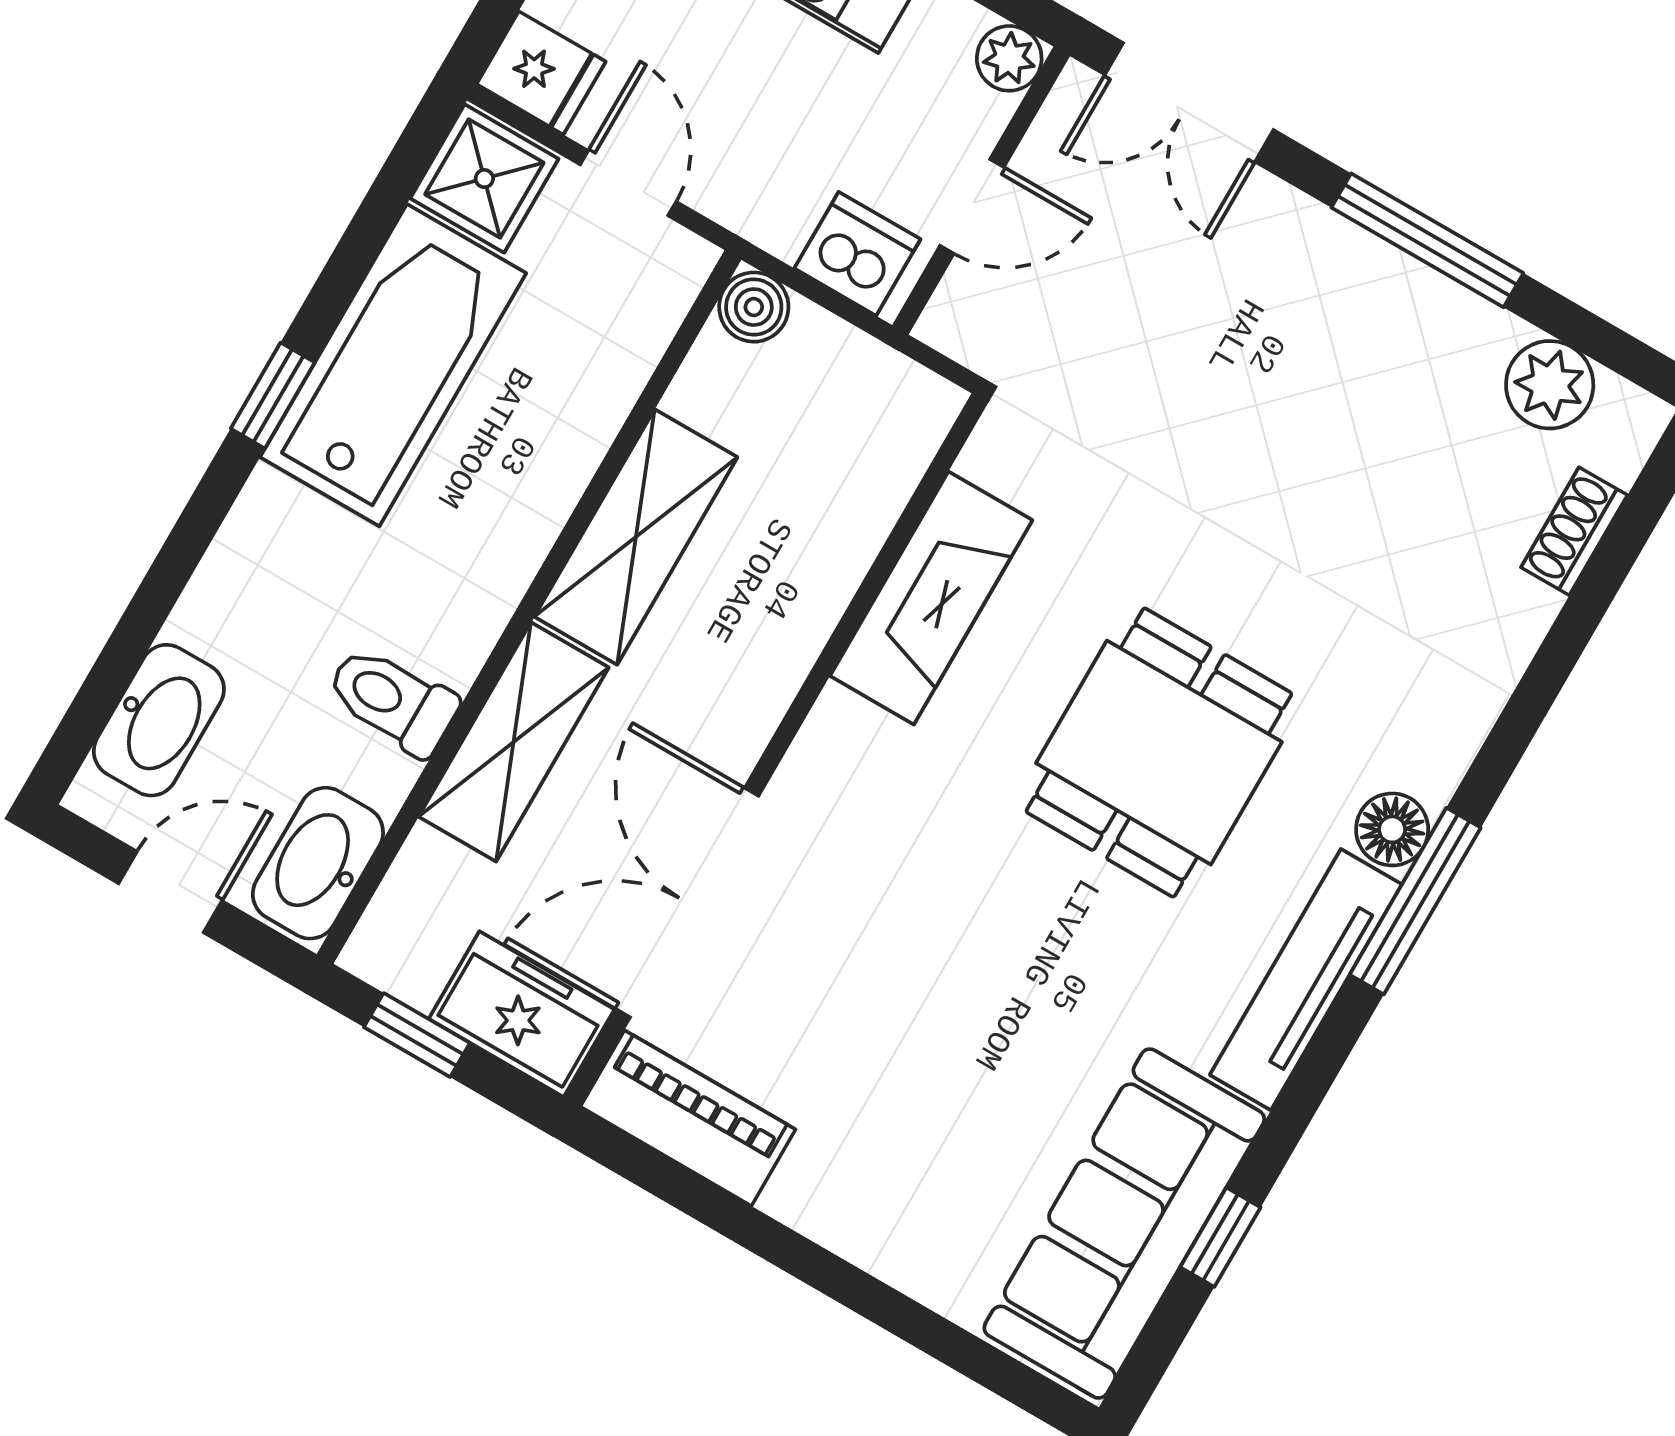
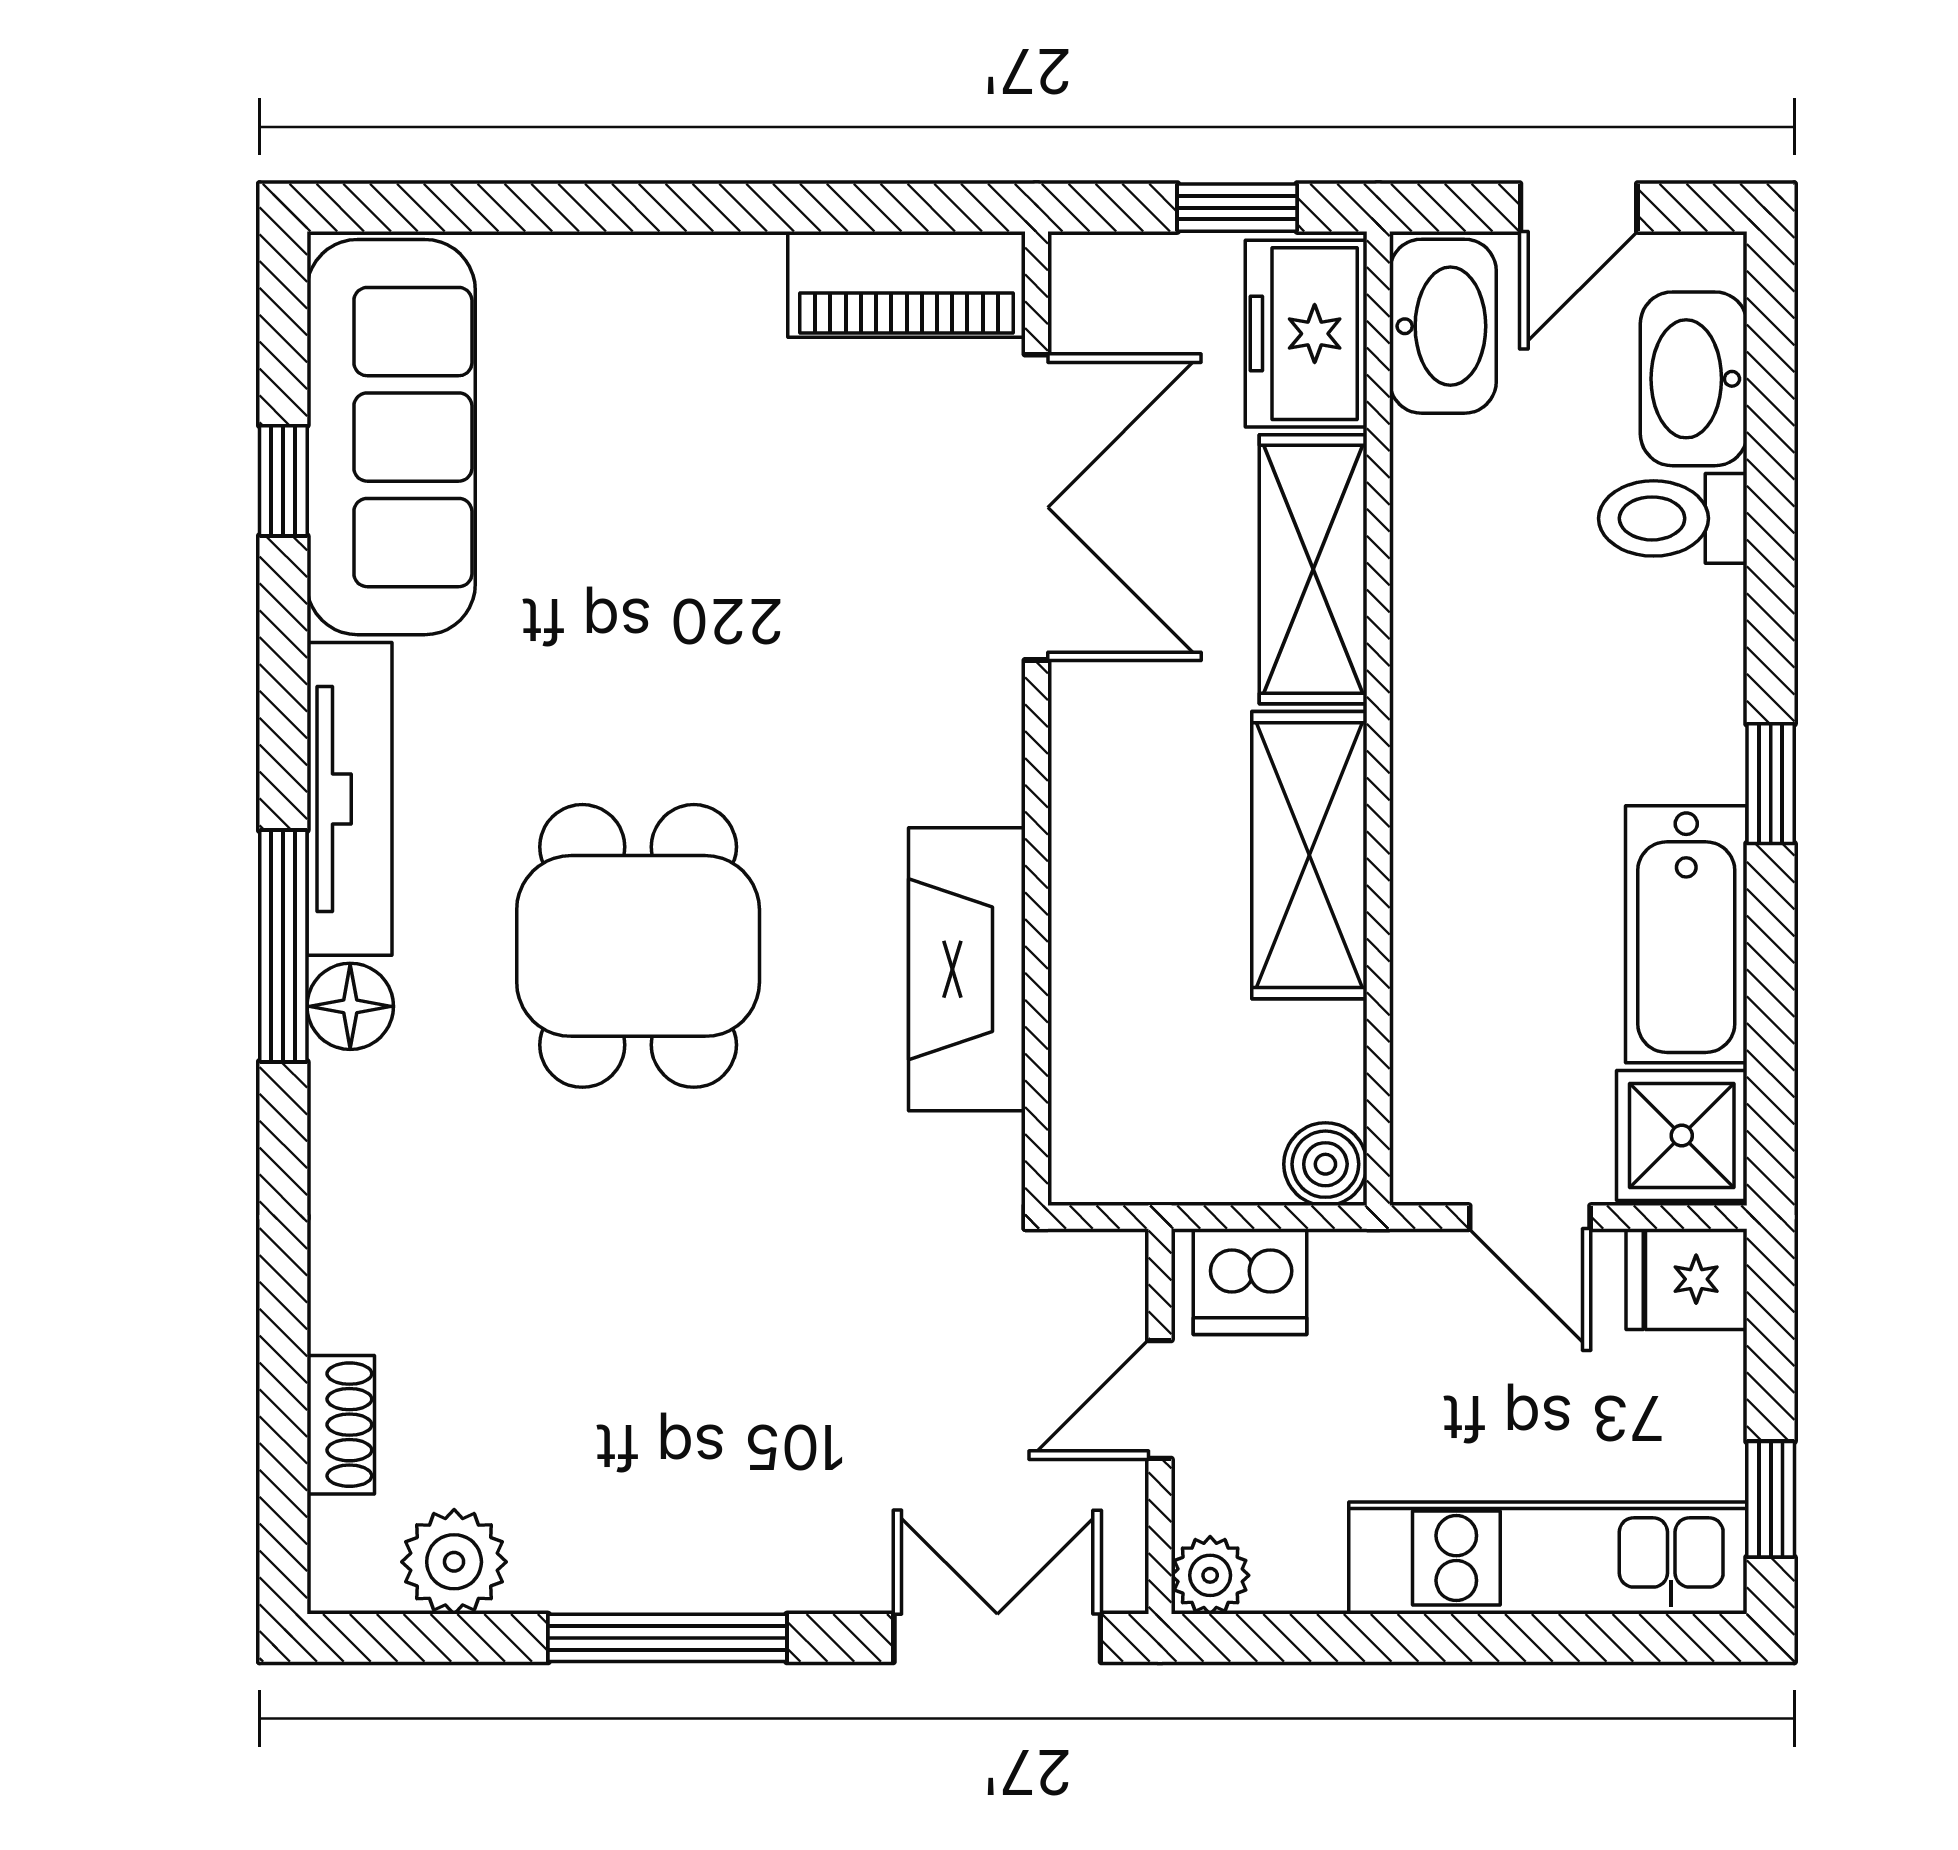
bathtub: (393, 365) -> (1686, 934), width x0.73, depth x0.73
toilet: (392, 700) -> (1673, 518), moved, turned 180
freezer: (522, 1014) -> (1306, 334), moved, turned 90

